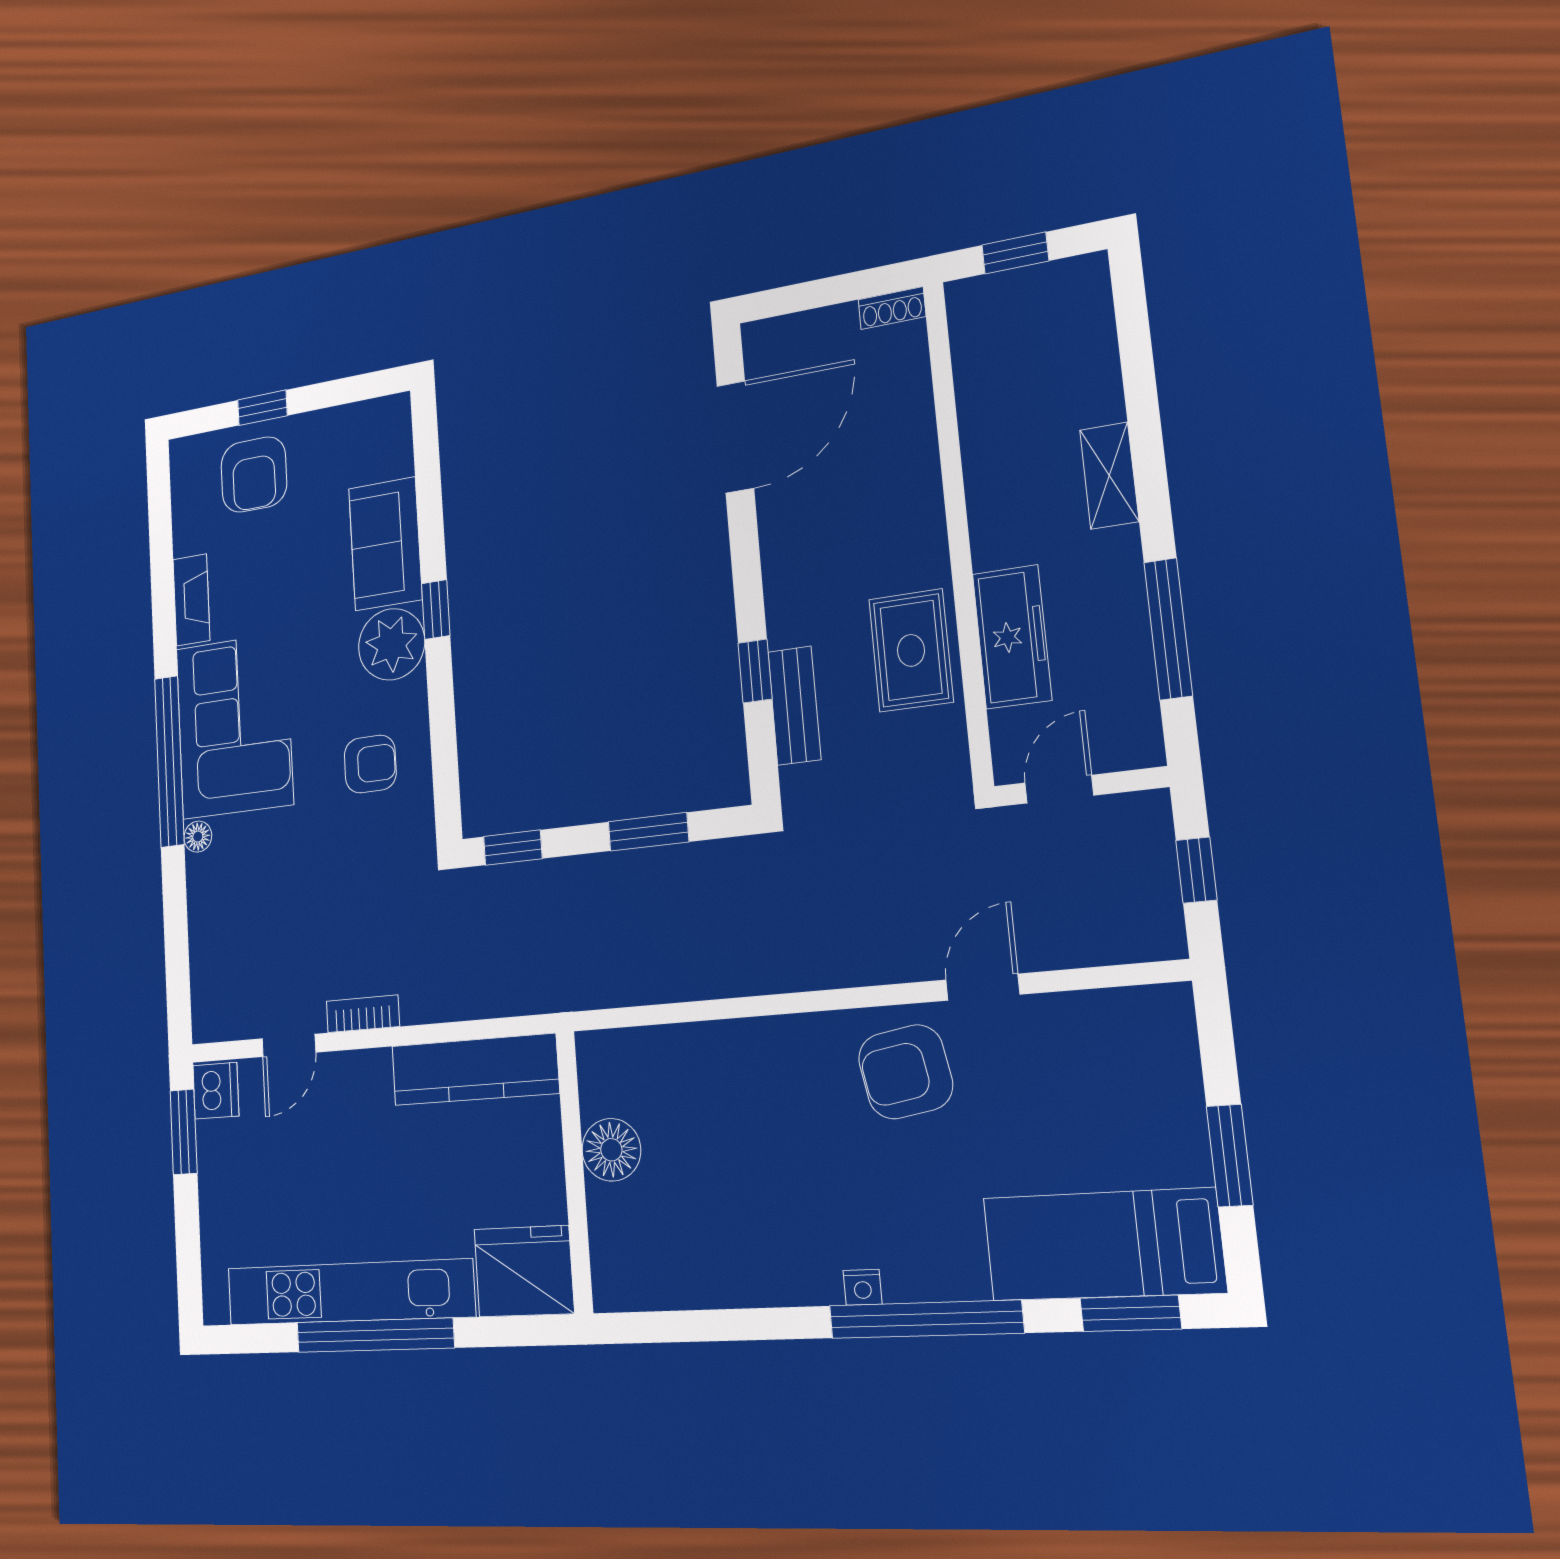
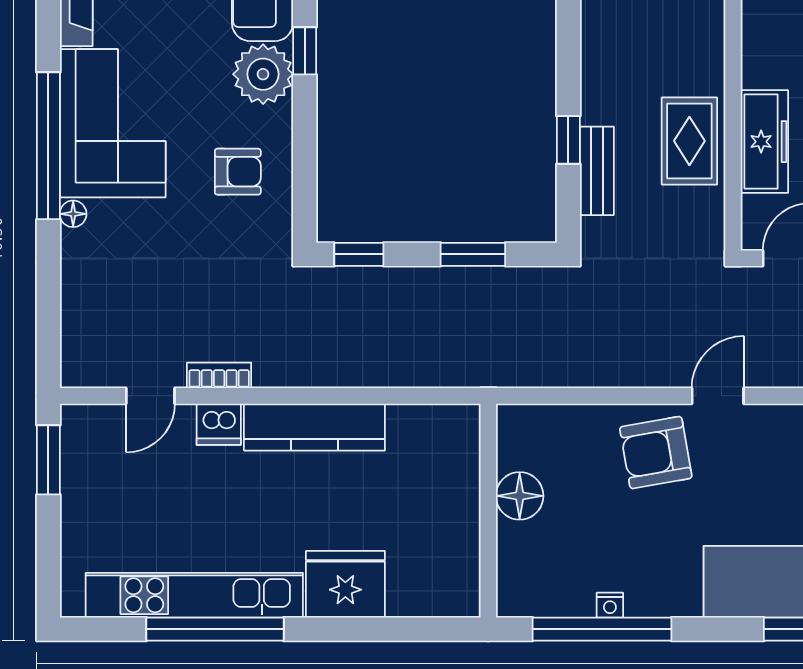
dishwasher: (216, 1091) -> (219, 424), moved, turned 90
floor lamp: (611, 1150) -> (520, 496), moved
wall: (574, 1171) -> (488, 511), moved
window: (926, 1319) -> (602, 629), moved

